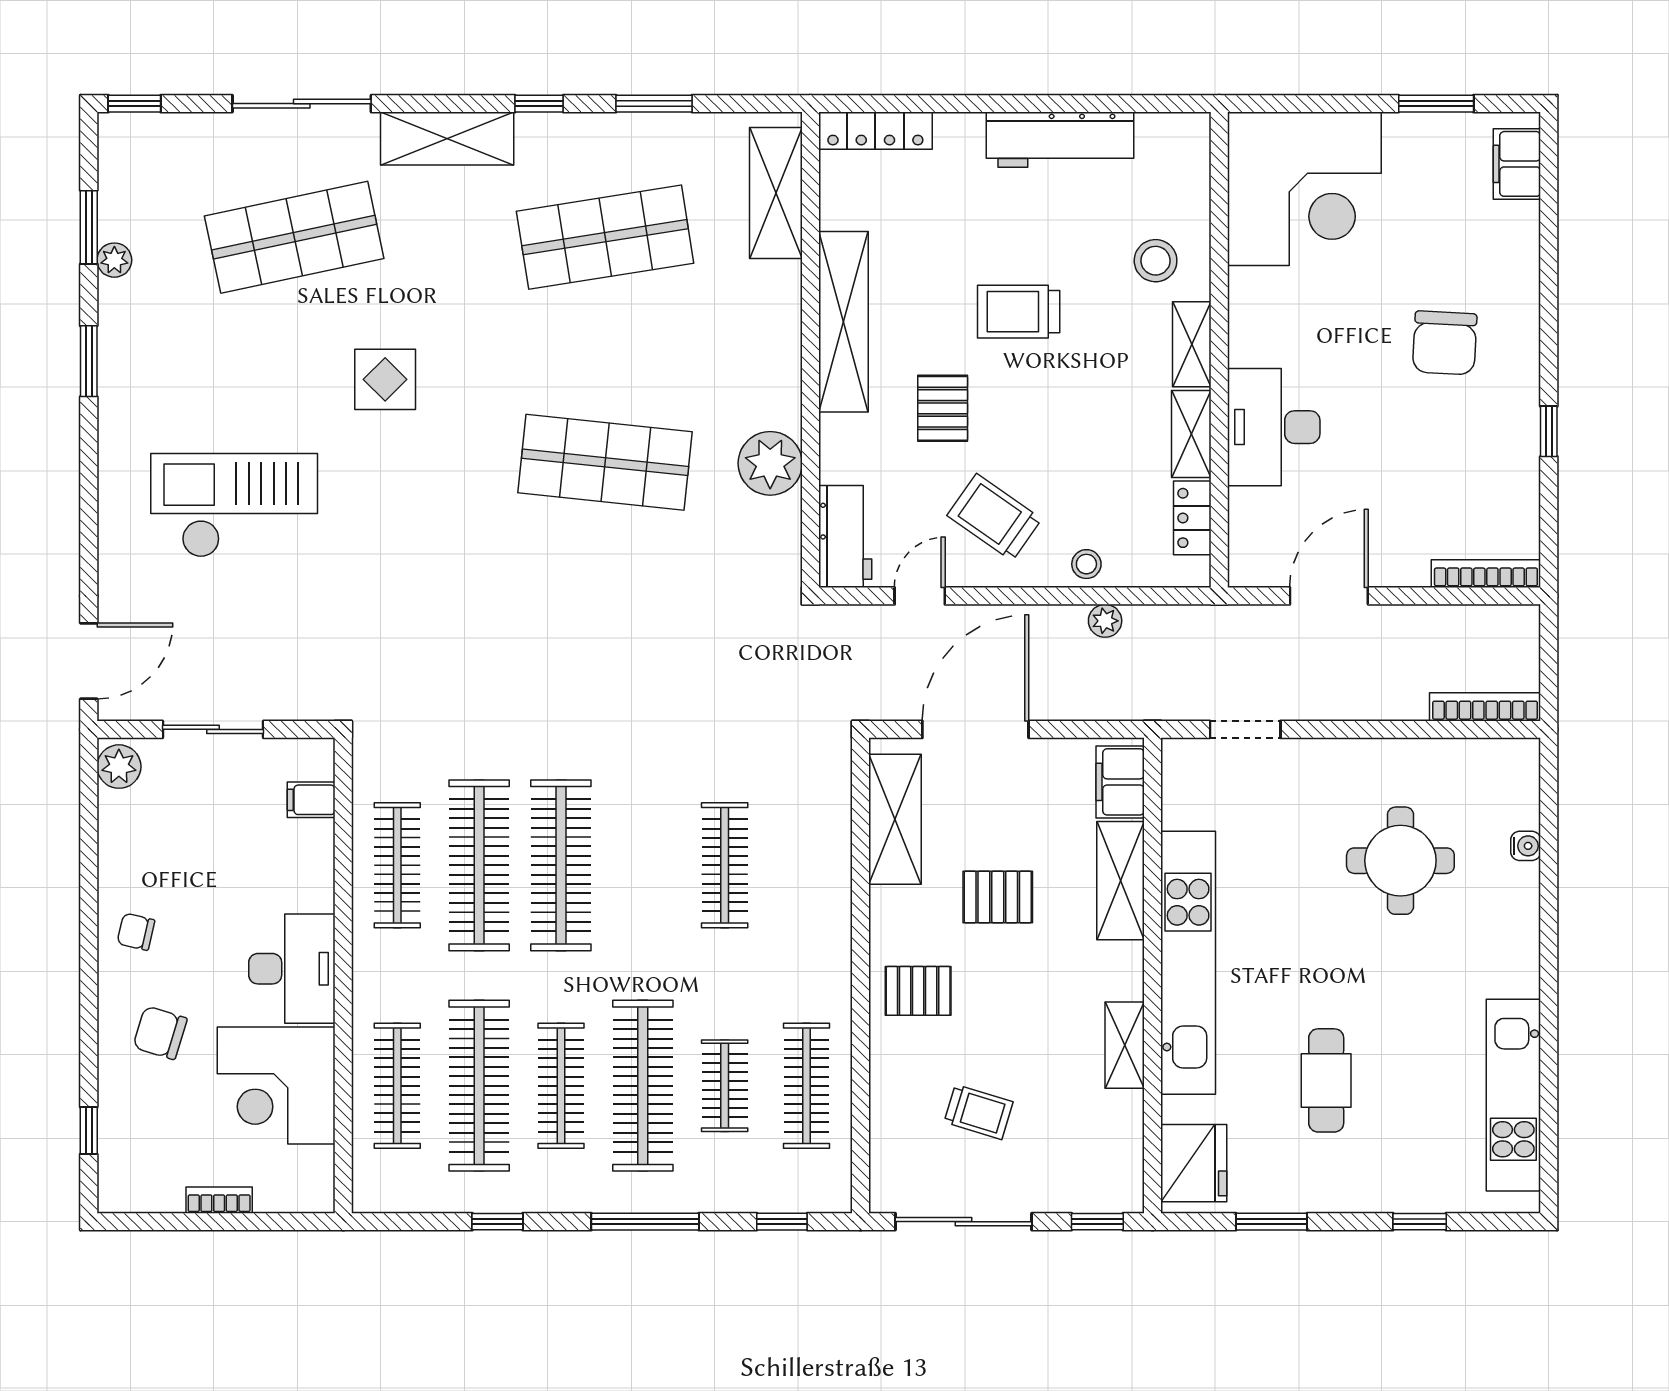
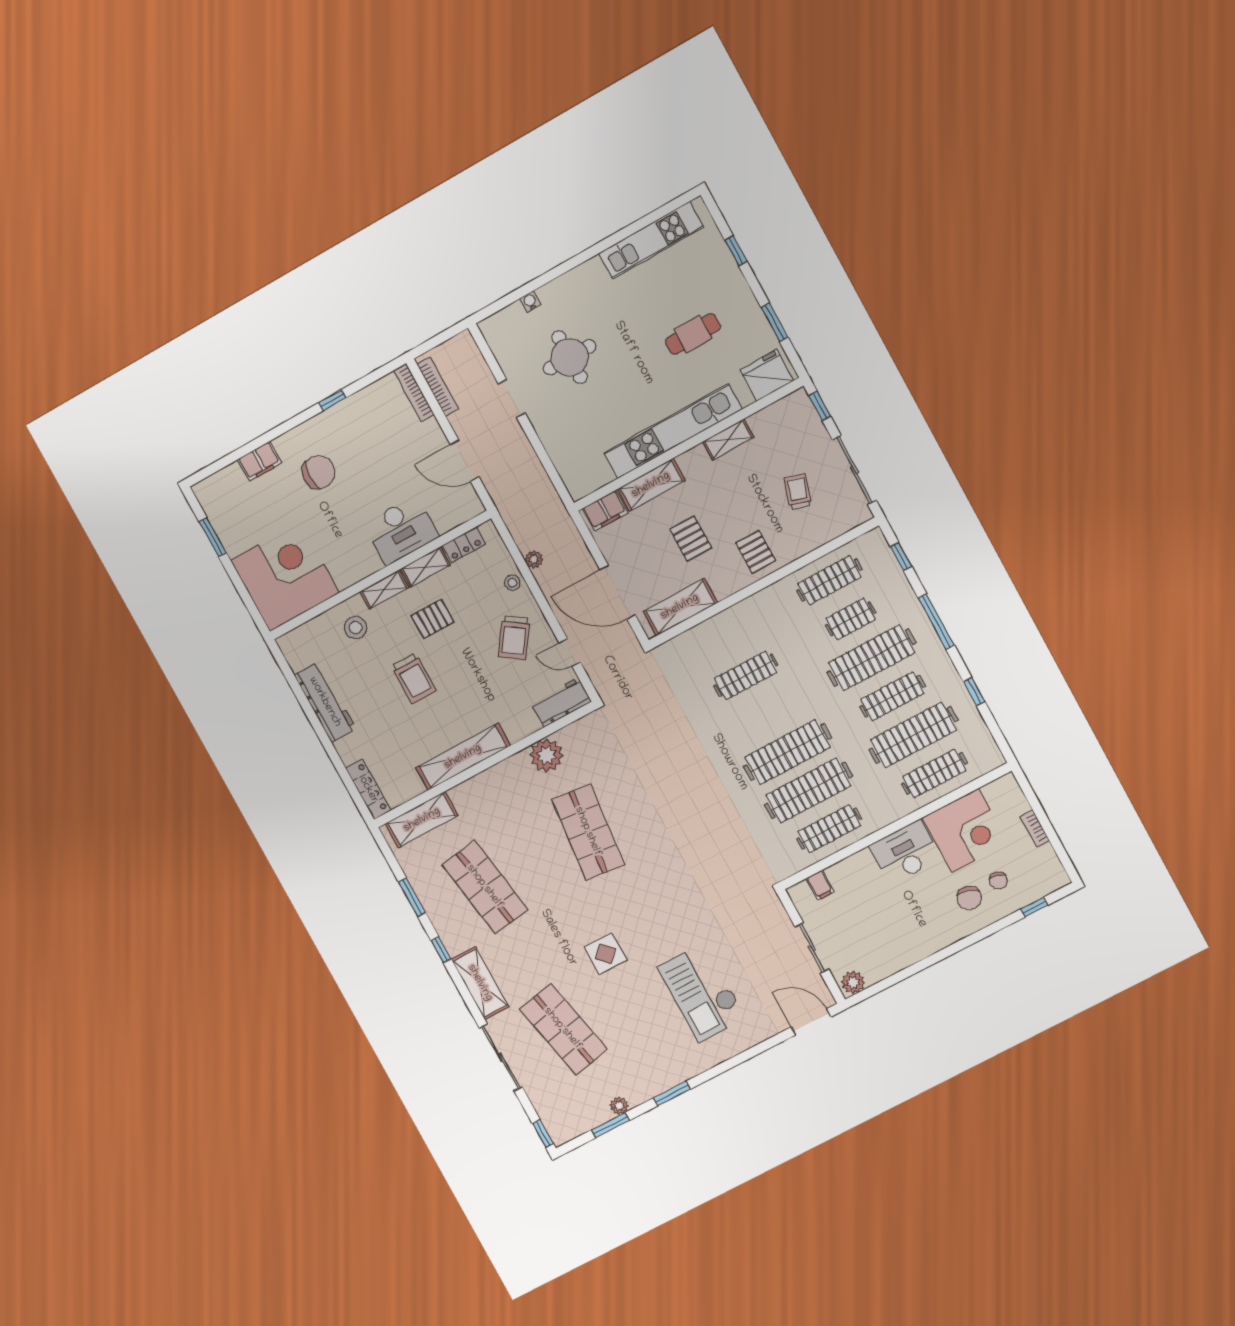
filing cabinet: (1517, 164) -> (260, 461), moved
pallet: (943, 408) -> (432, 619), moved
bookcase: (1485, 707) -> (438, 386), moved, turned 180
doorway: (1245, 729) -> (512, 398), moved
chair: (136, 932) -> (998, 881), moved

